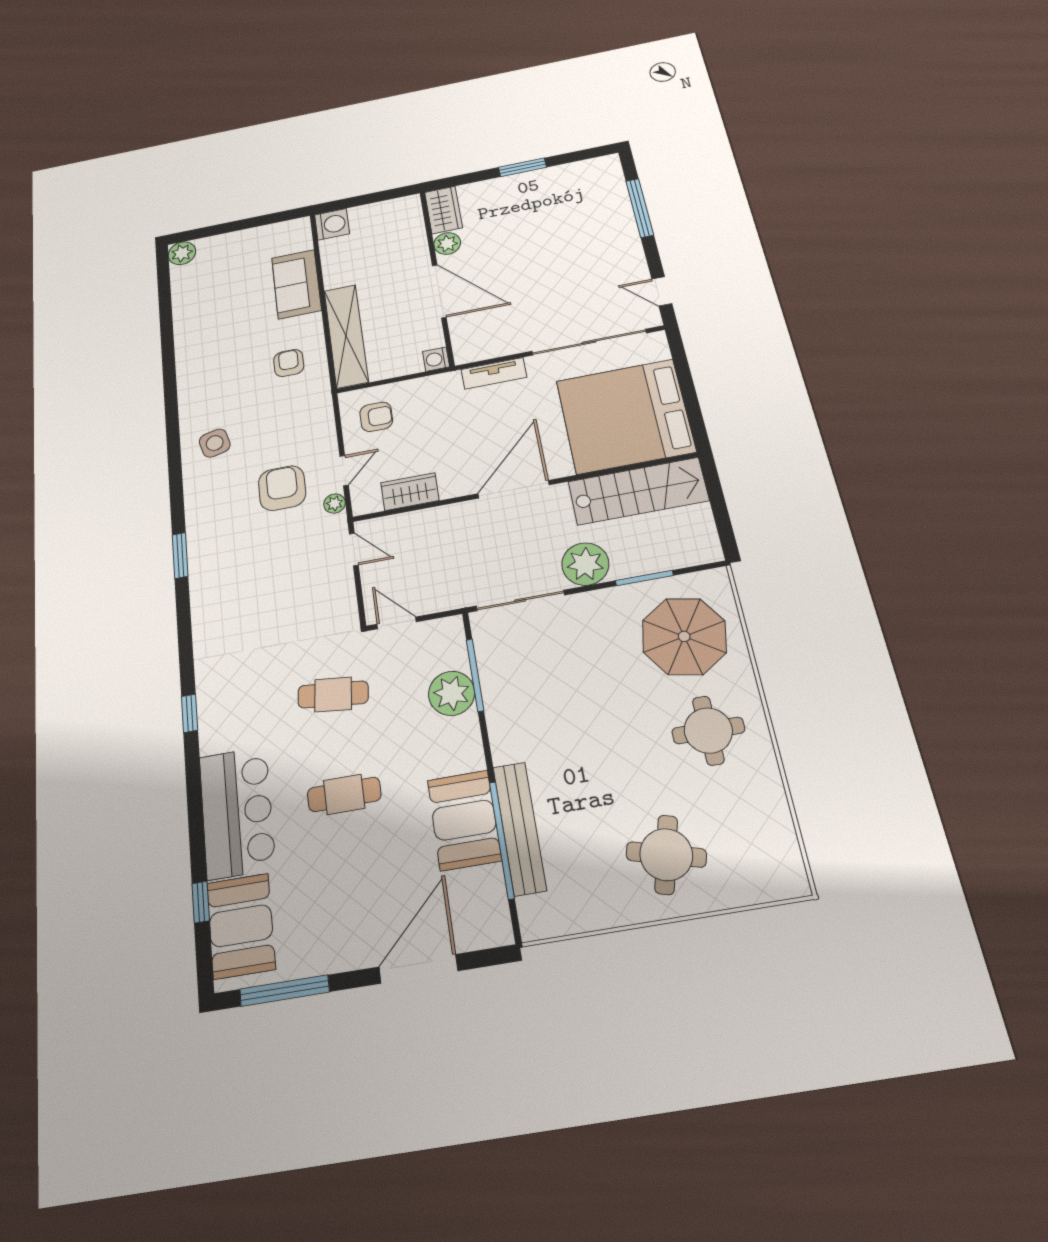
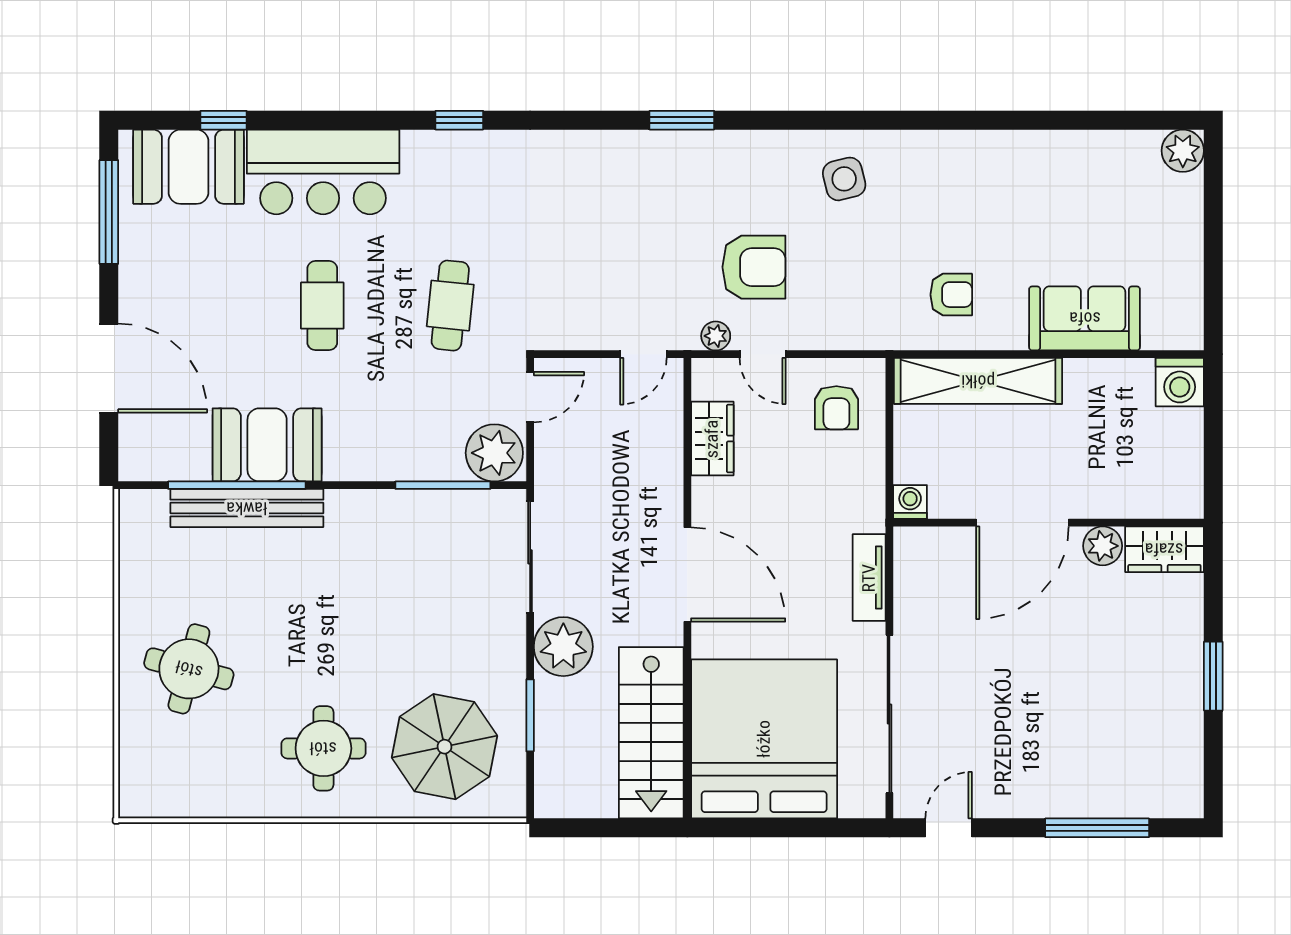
plant: (452, 693) -> (494, 453), moved

